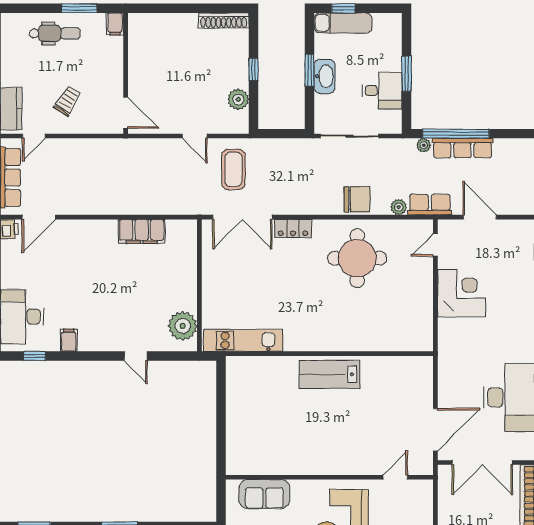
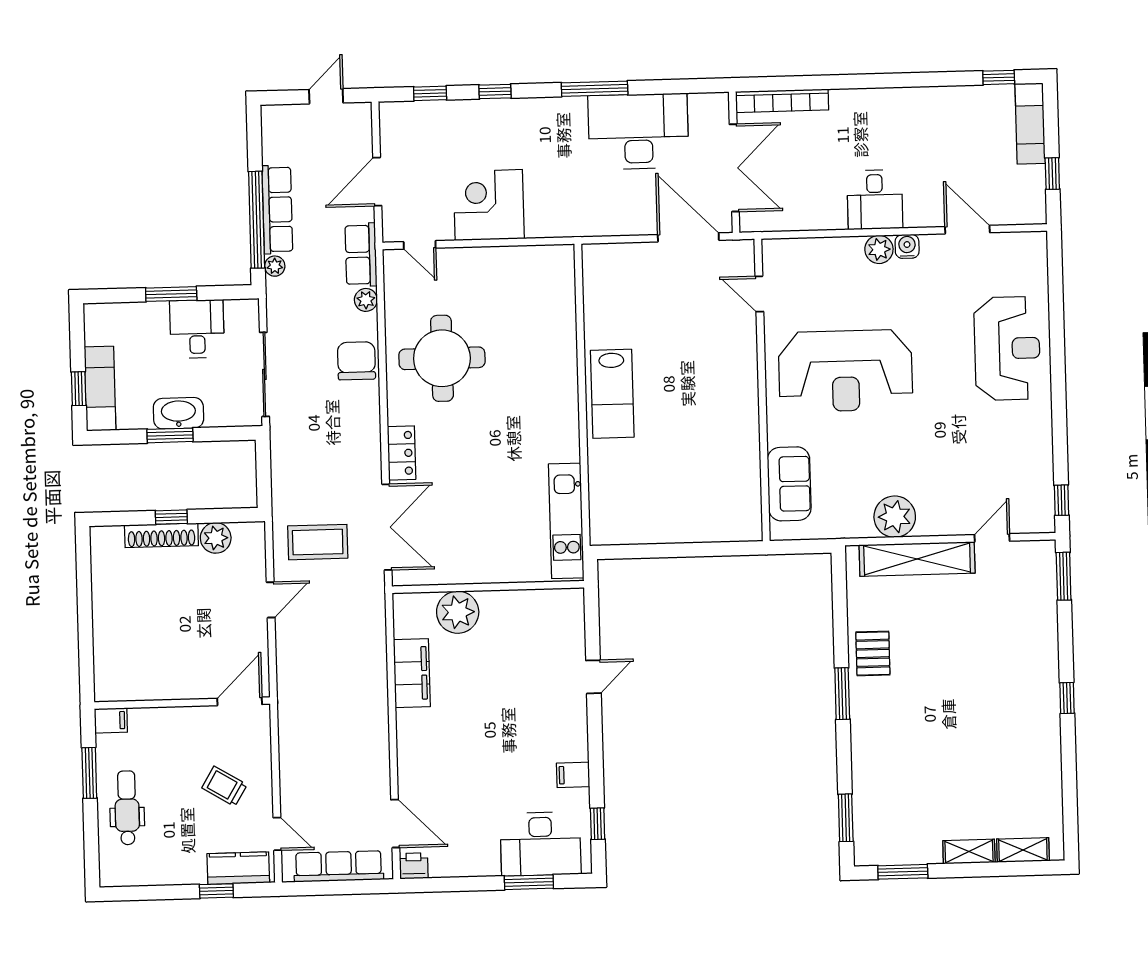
shoe rack: (224, 21) -> (161, 535), moved, turned 90
plant: (183, 326) -> (458, 612), moved

